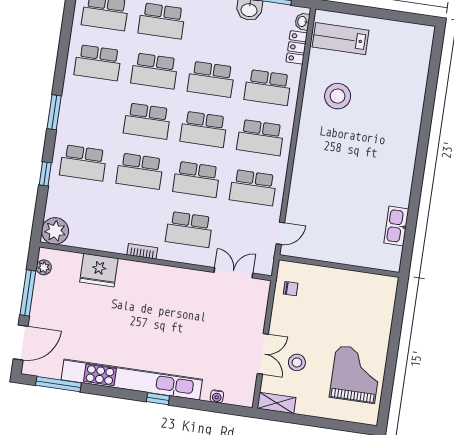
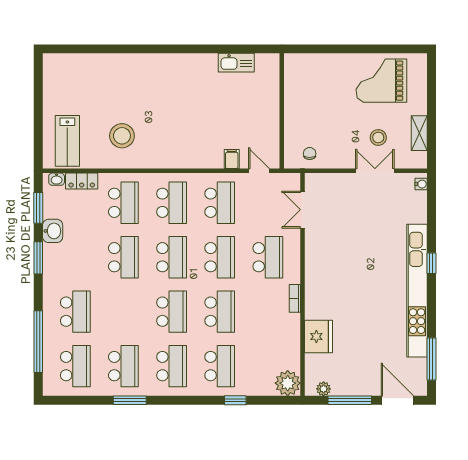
school desk: (154, 71) -> (172, 366), moved
window: (54, 112) -> (130, 400), moved
filing cabinet: (297, 207) -> (232, 159), added
water cooler: (217, 396) -> (421, 184), moved
shelving: (276, 403) -> (419, 133), moved

